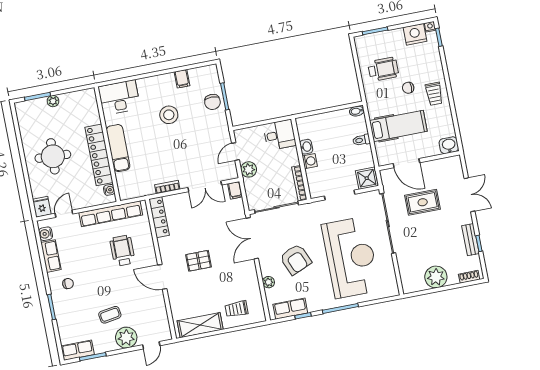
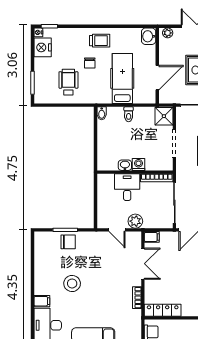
filing cabinet: (182, 79) -> (42, 301), moved
desk: (280, 135) -> (127, 187), moved
plant: (456, 165) -> (168, 33), added

